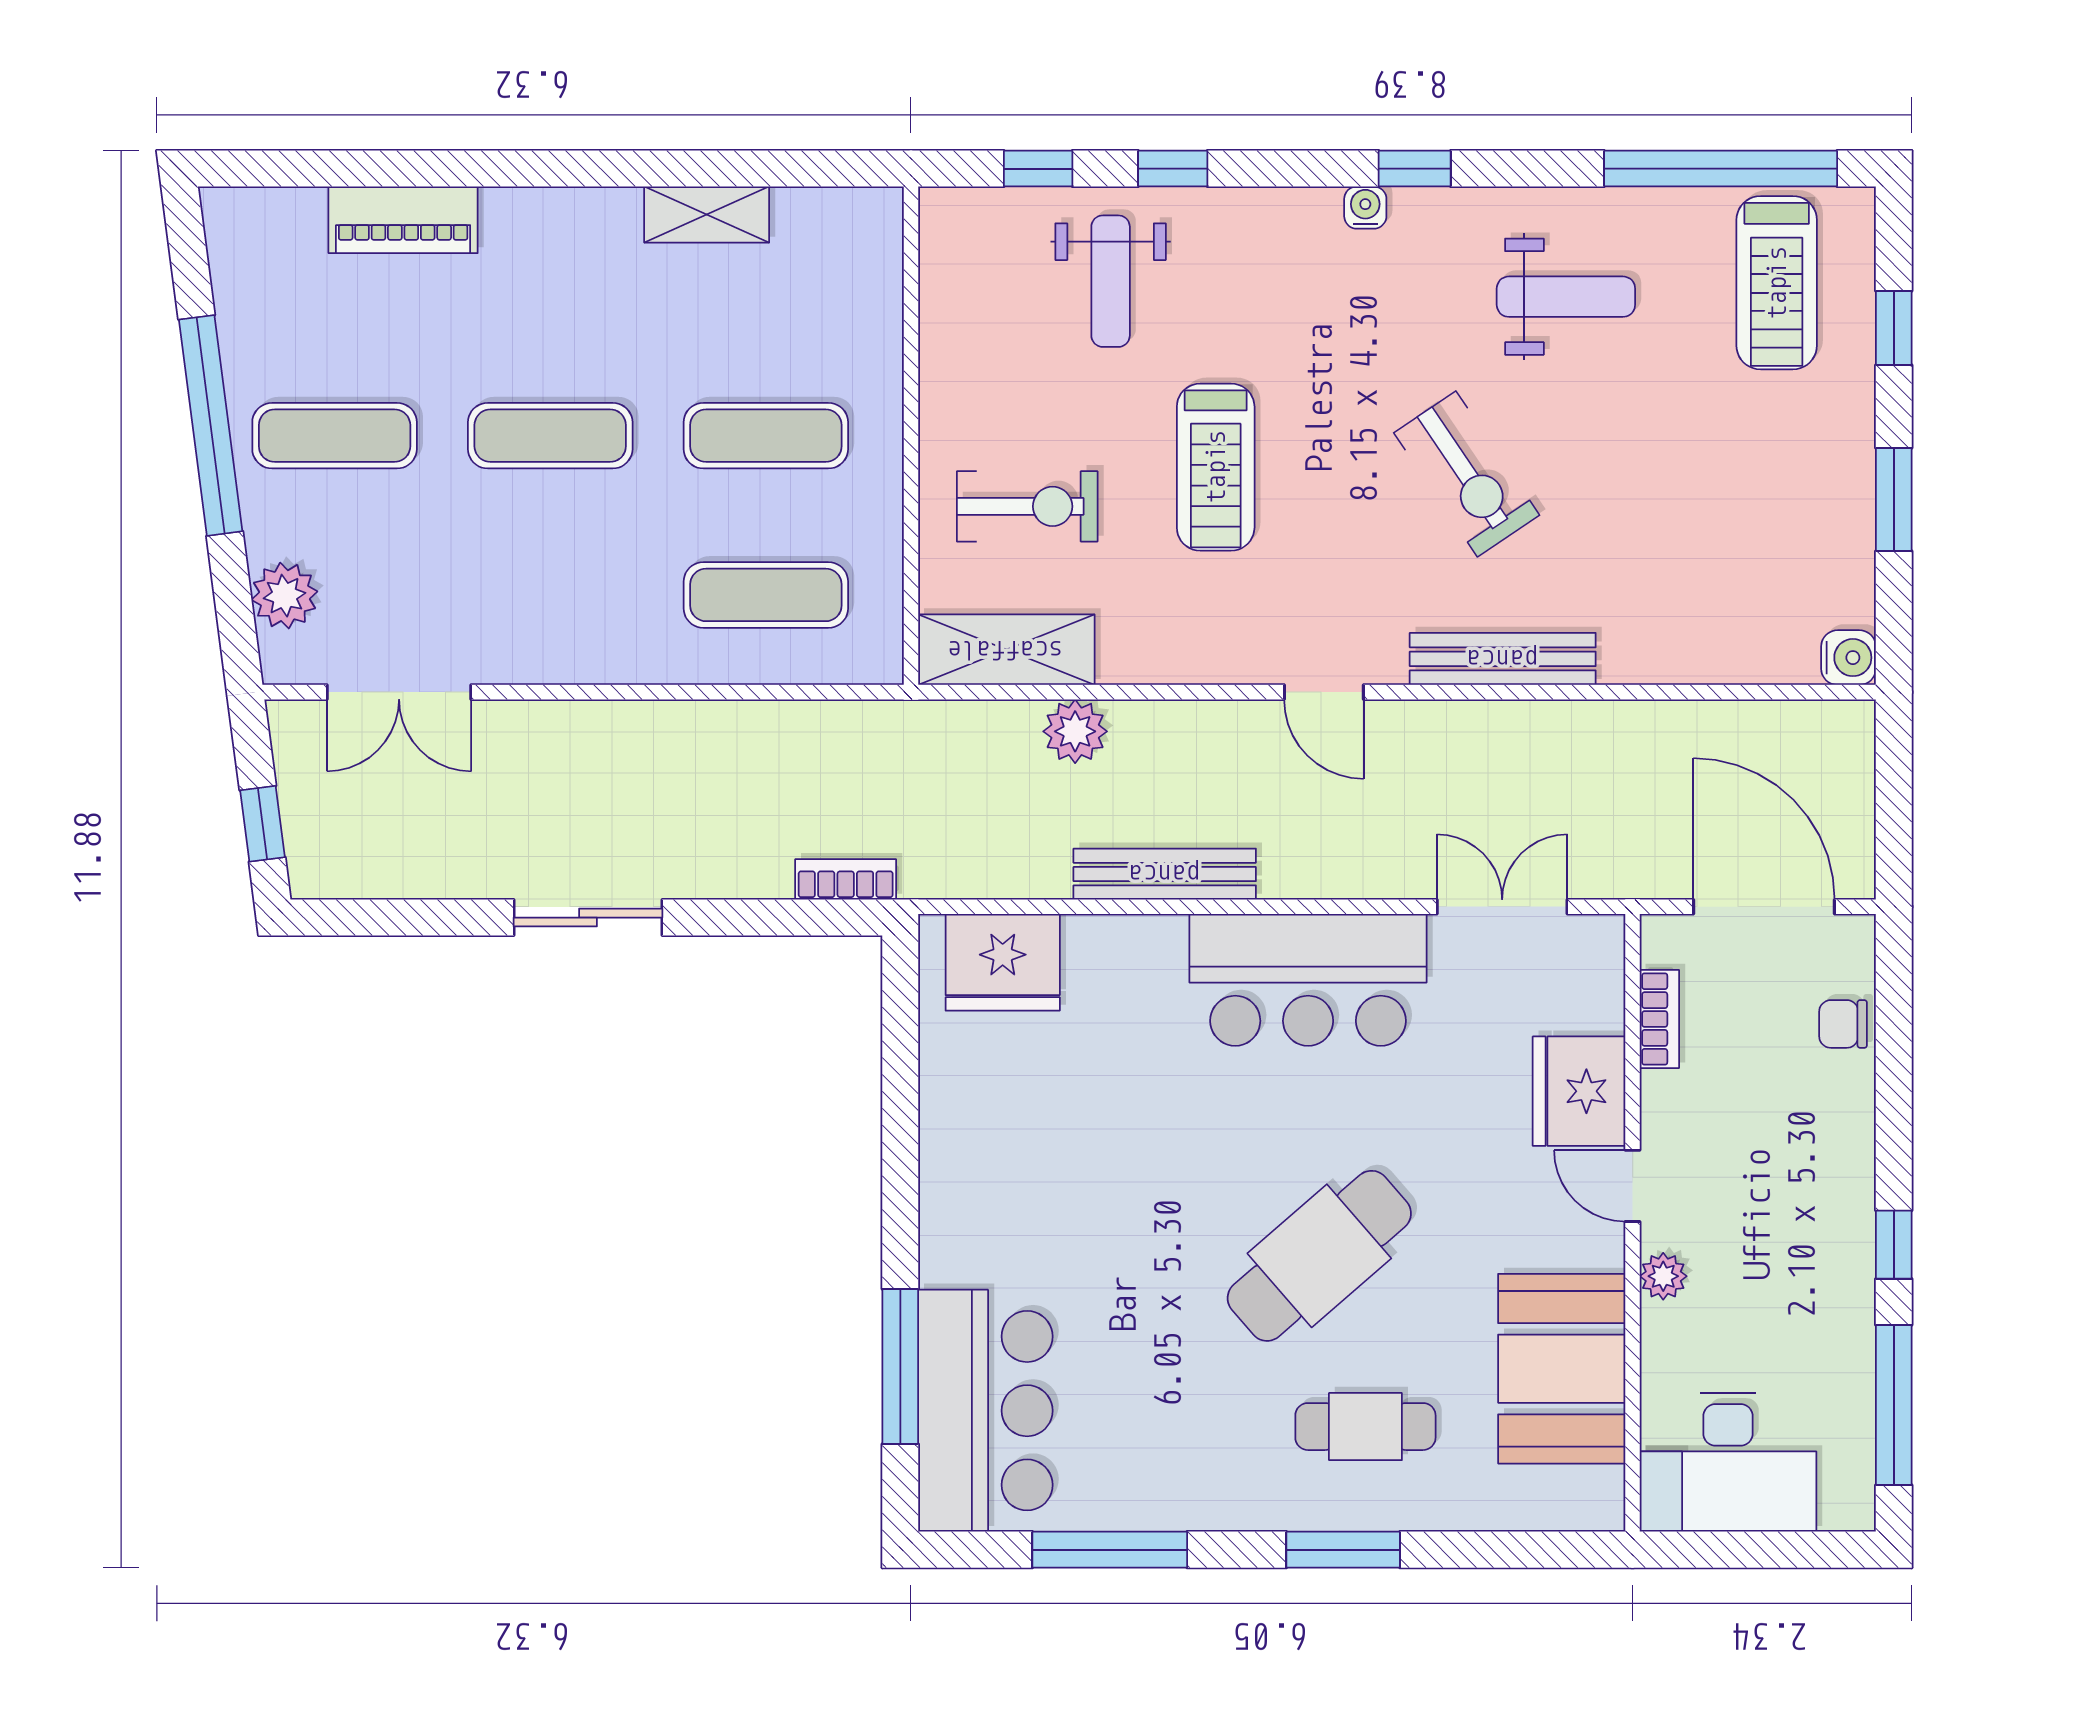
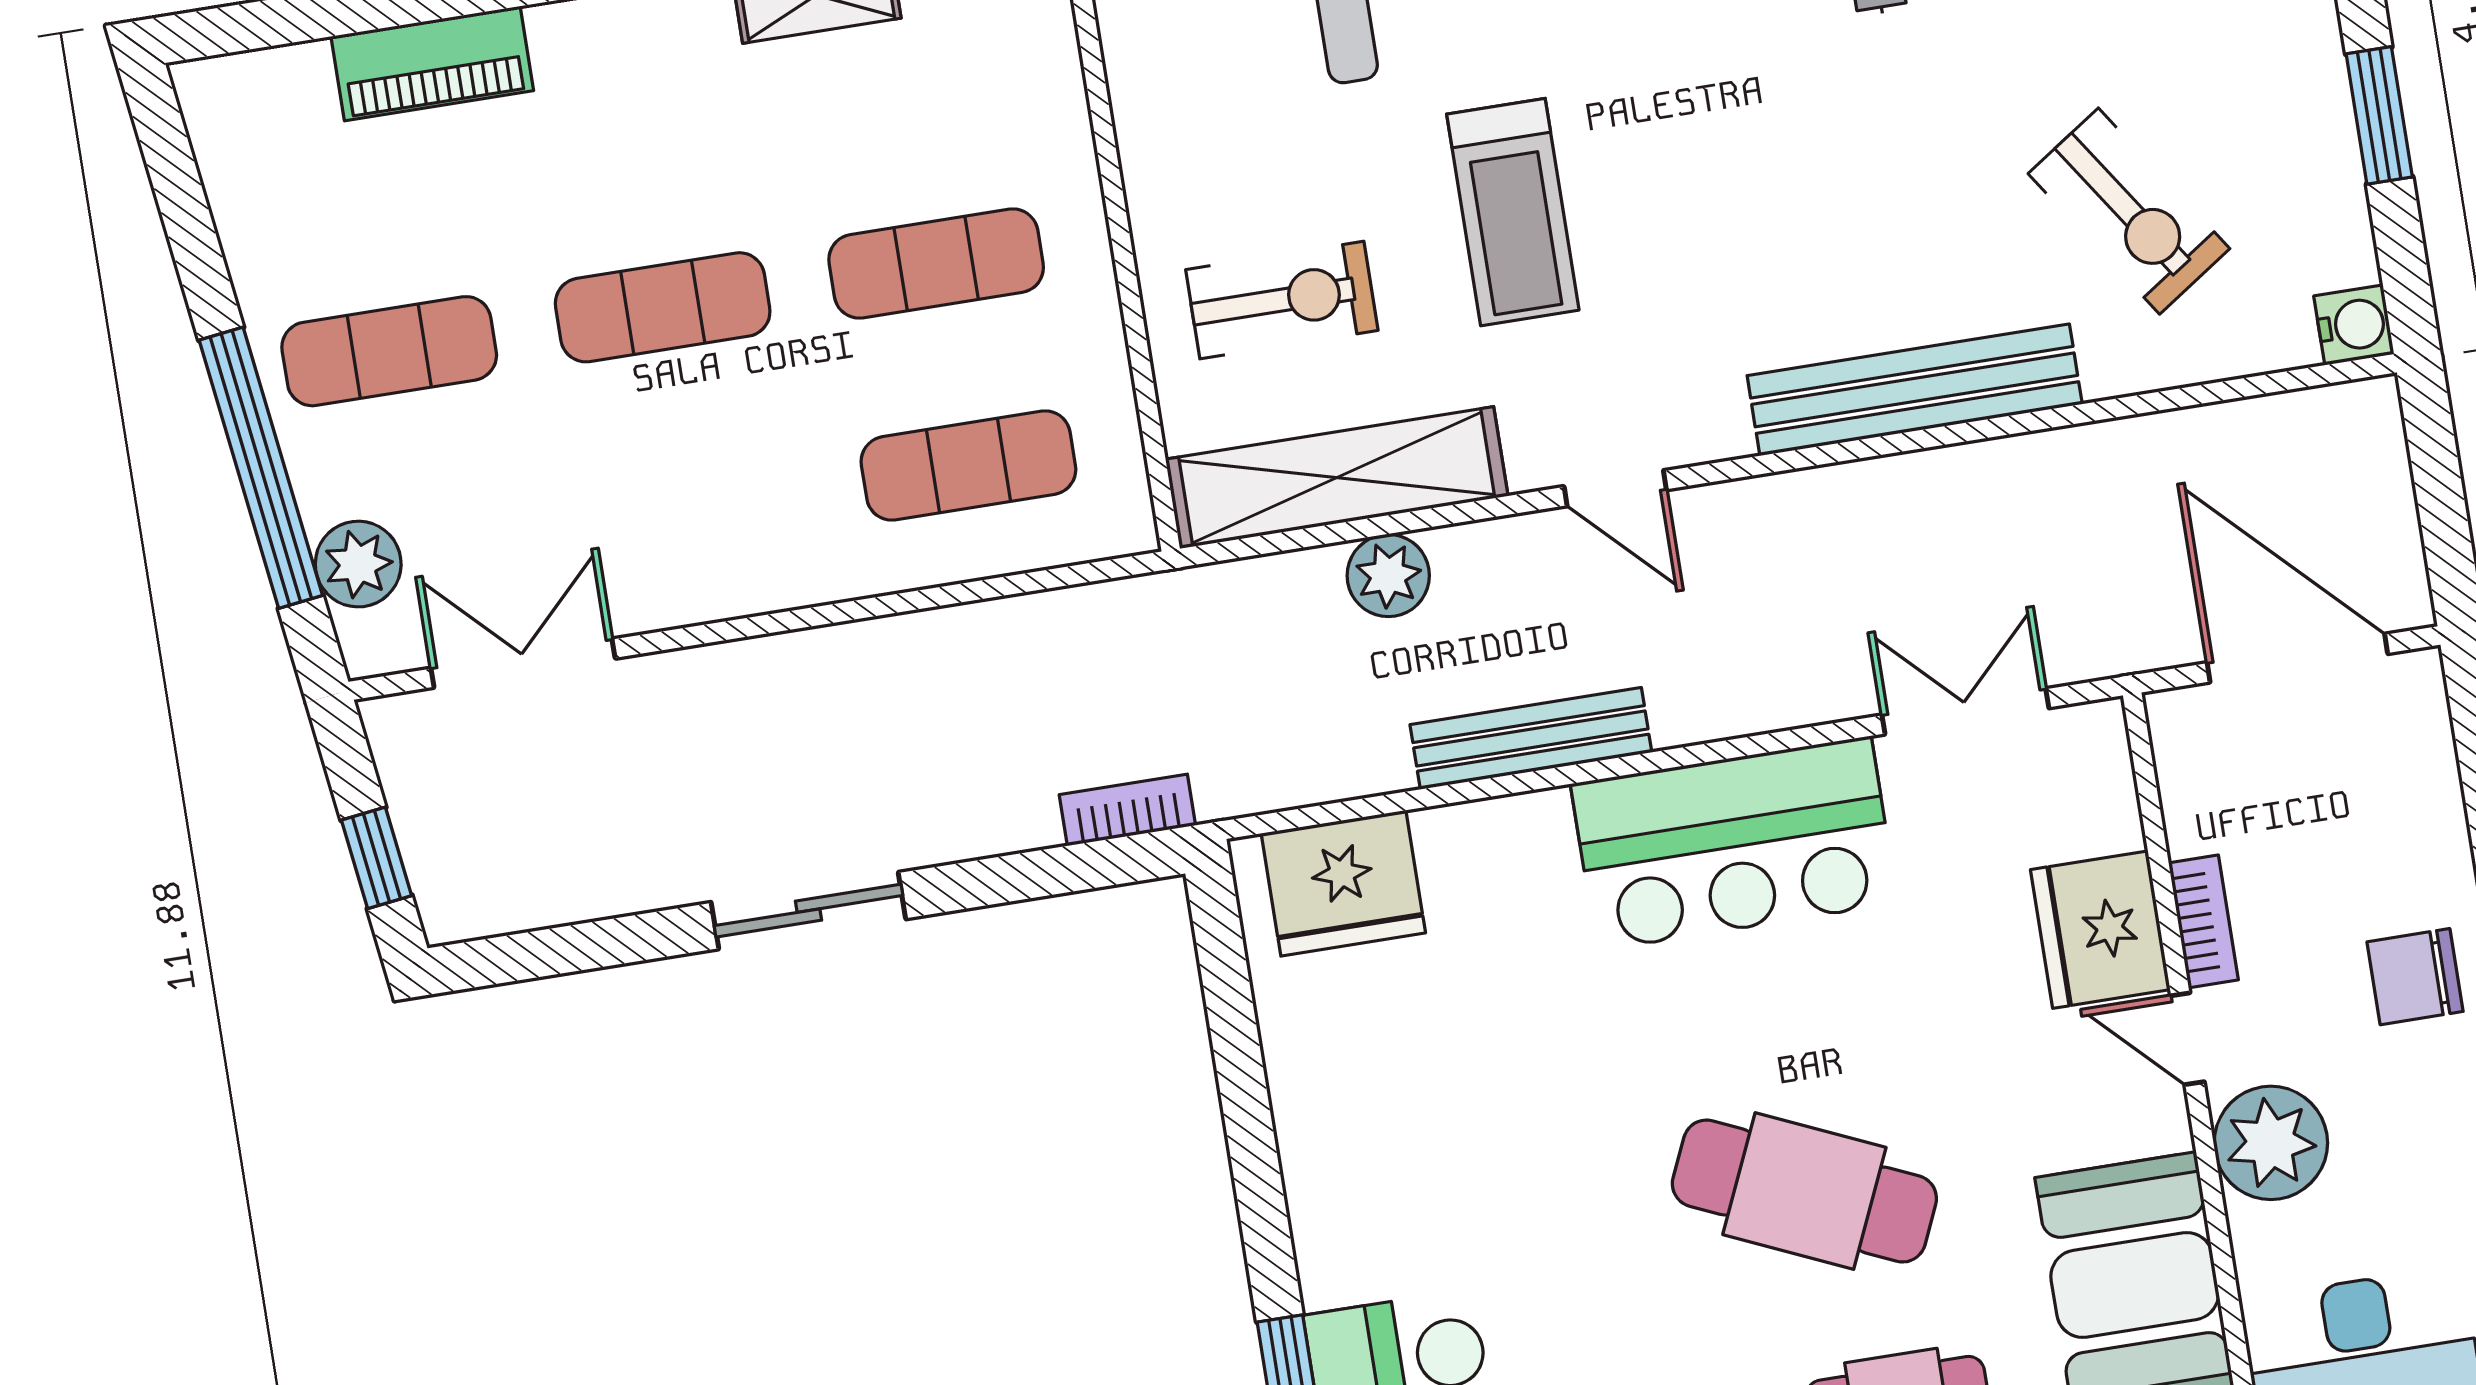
window: (211, 425) -> (261, 468), moved
exercise bike: (1467, 474) -> (2129, 211), moved
shelving: (1006, 650) -> (1337, 478), width x1.47
bench: (1503, 659) -> (1915, 390), width x1.37, depth x1.21
double door: (399, 692) -> (523, 663), swing flipped
door: (1324, 692) -> (1615, 488), moved
bookcase: (1659, 1019) -> (2204, 921), moved
chair: (1843, 1024) -> (2415, 977), moved, width x1.37, depth x1.37
cafe table: (1319, 1256) -> (1804, 1191), turned 65
plant: (1663, 1276) -> (2271, 1143), width x1.87, depth x1.87

